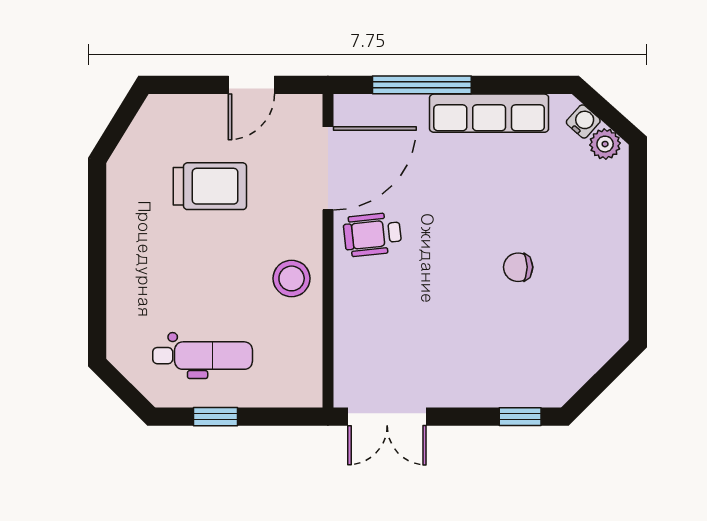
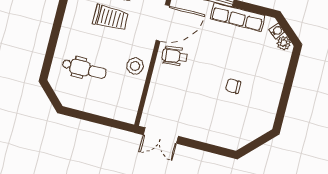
dental chair: (203, 356) -> (84, 69), moved
window: (216, 417) -> (88, 117), removed
window: (520, 417) -> (218, 150), removed

